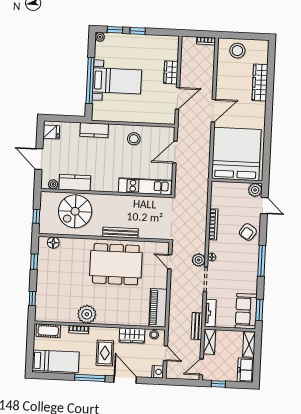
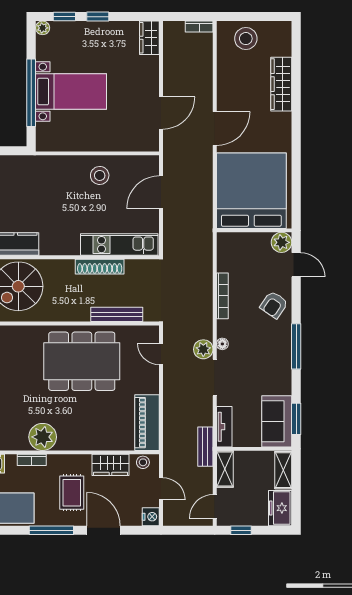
wardrobe: (171, 72) -> (149, 38), moved
kitchen counter: (94, 130) -> (41, 166), removed
shoe rack: (131, 201) -> (100, 267), added
bench: (120, 233) -> (117, 314), moved

